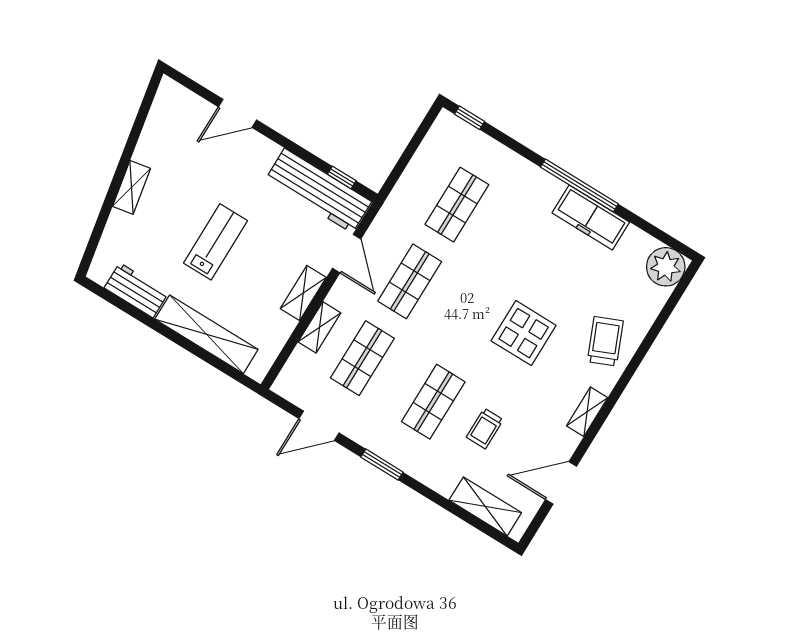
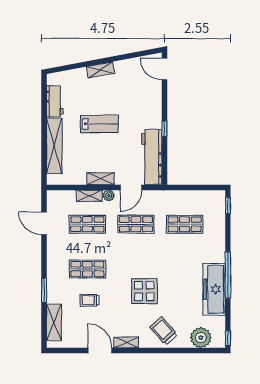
door: (237, 113) -> (164, 69), moved
window: (342, 177) -> (164, 129), moved
freezer: (591, 217) -> (214, 289), width x1.36, depth x1.26
window: (679, 247) -> (228, 338), added
plant: (666, 267) -> (201, 338), moved
plant: (338, 297) -> (109, 196), added
trolley: (605, 341) -> (164, 331), turned -109
window: (382, 465) -> (44, 290), moved
door: (561, 483) -> (100, 351), moved

